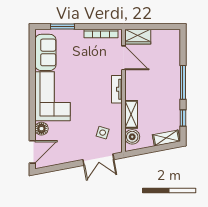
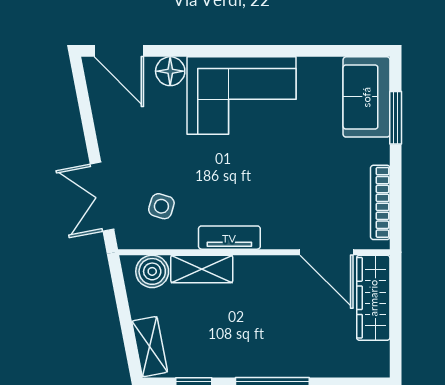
wardrobe: (138, 37) -> (373, 298), width x1.50
sofa: (45, 52) -> (366, 97), moved, turned 90
door: (123, 58) -> (326, 252), hinge flipped
tv unit: (117, 89) -> (229, 238), moved

